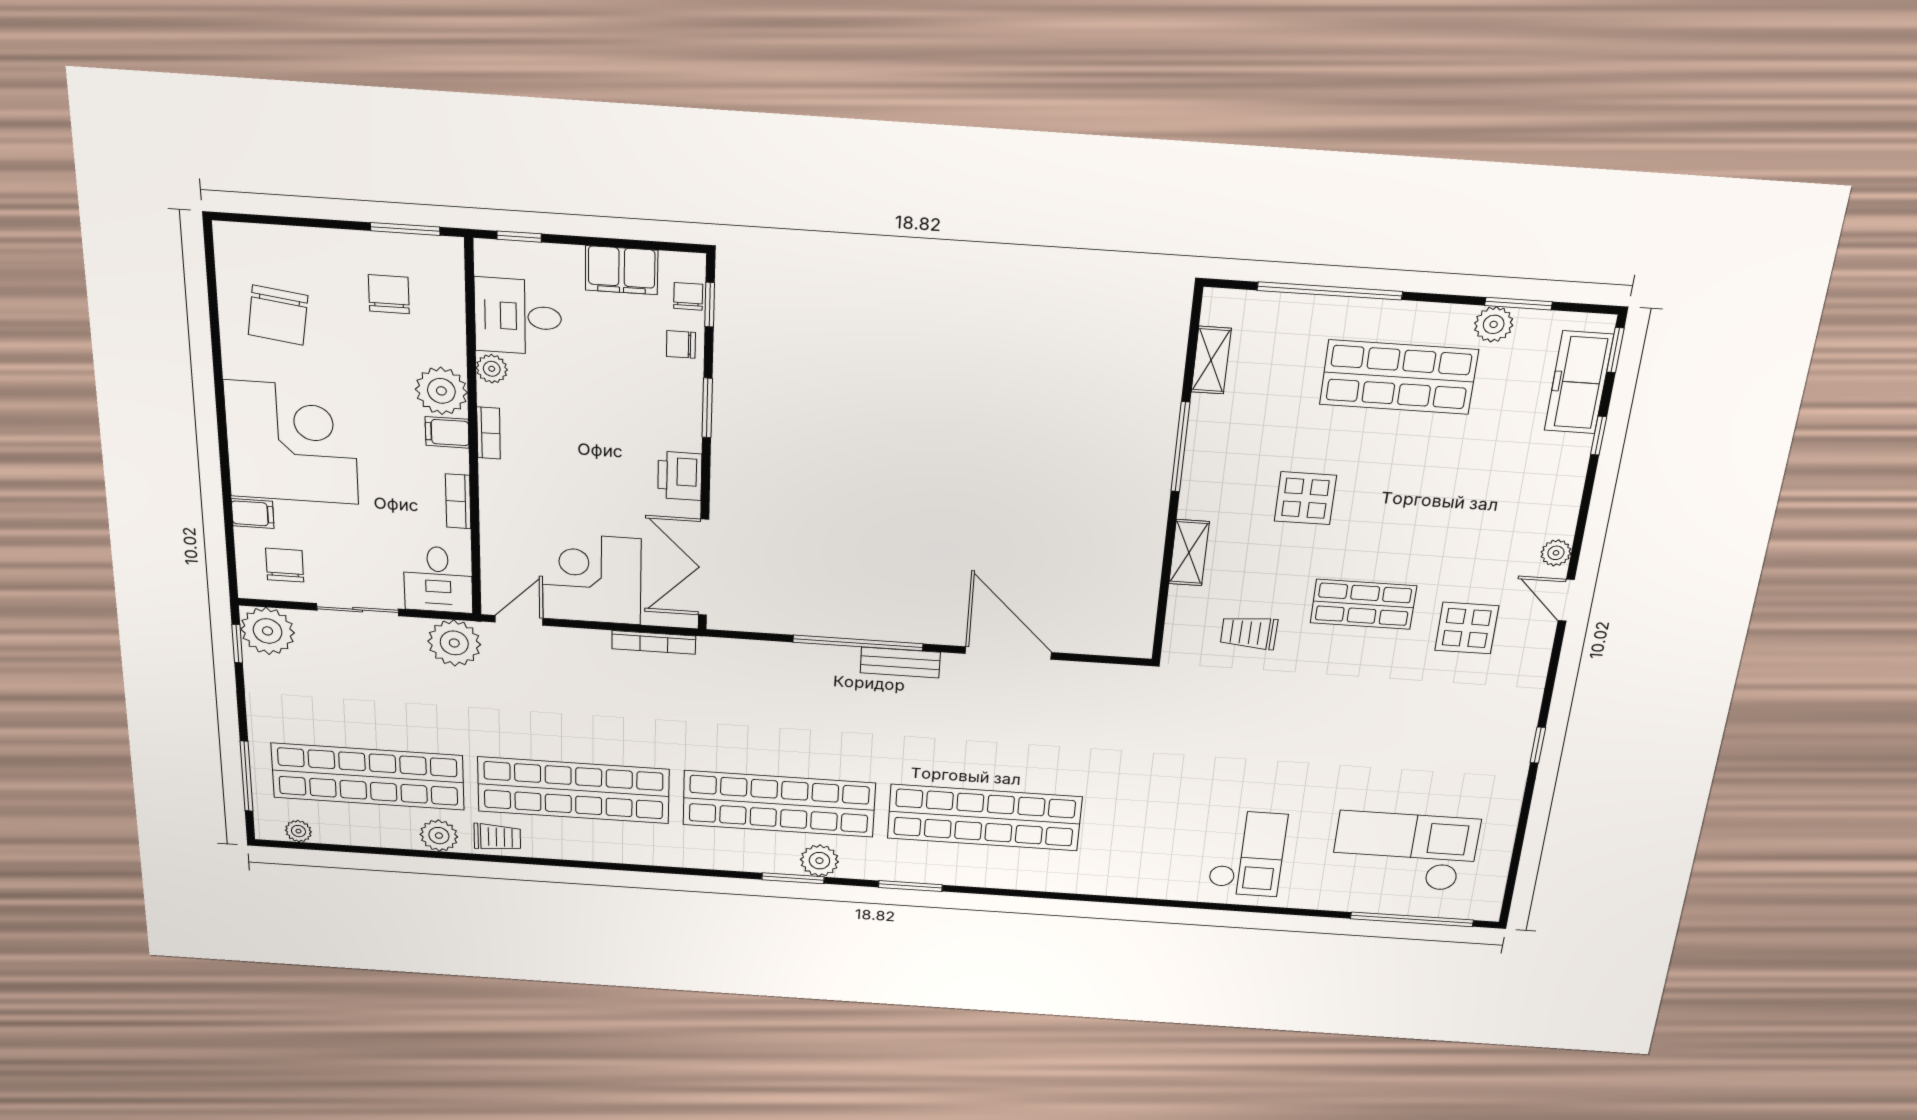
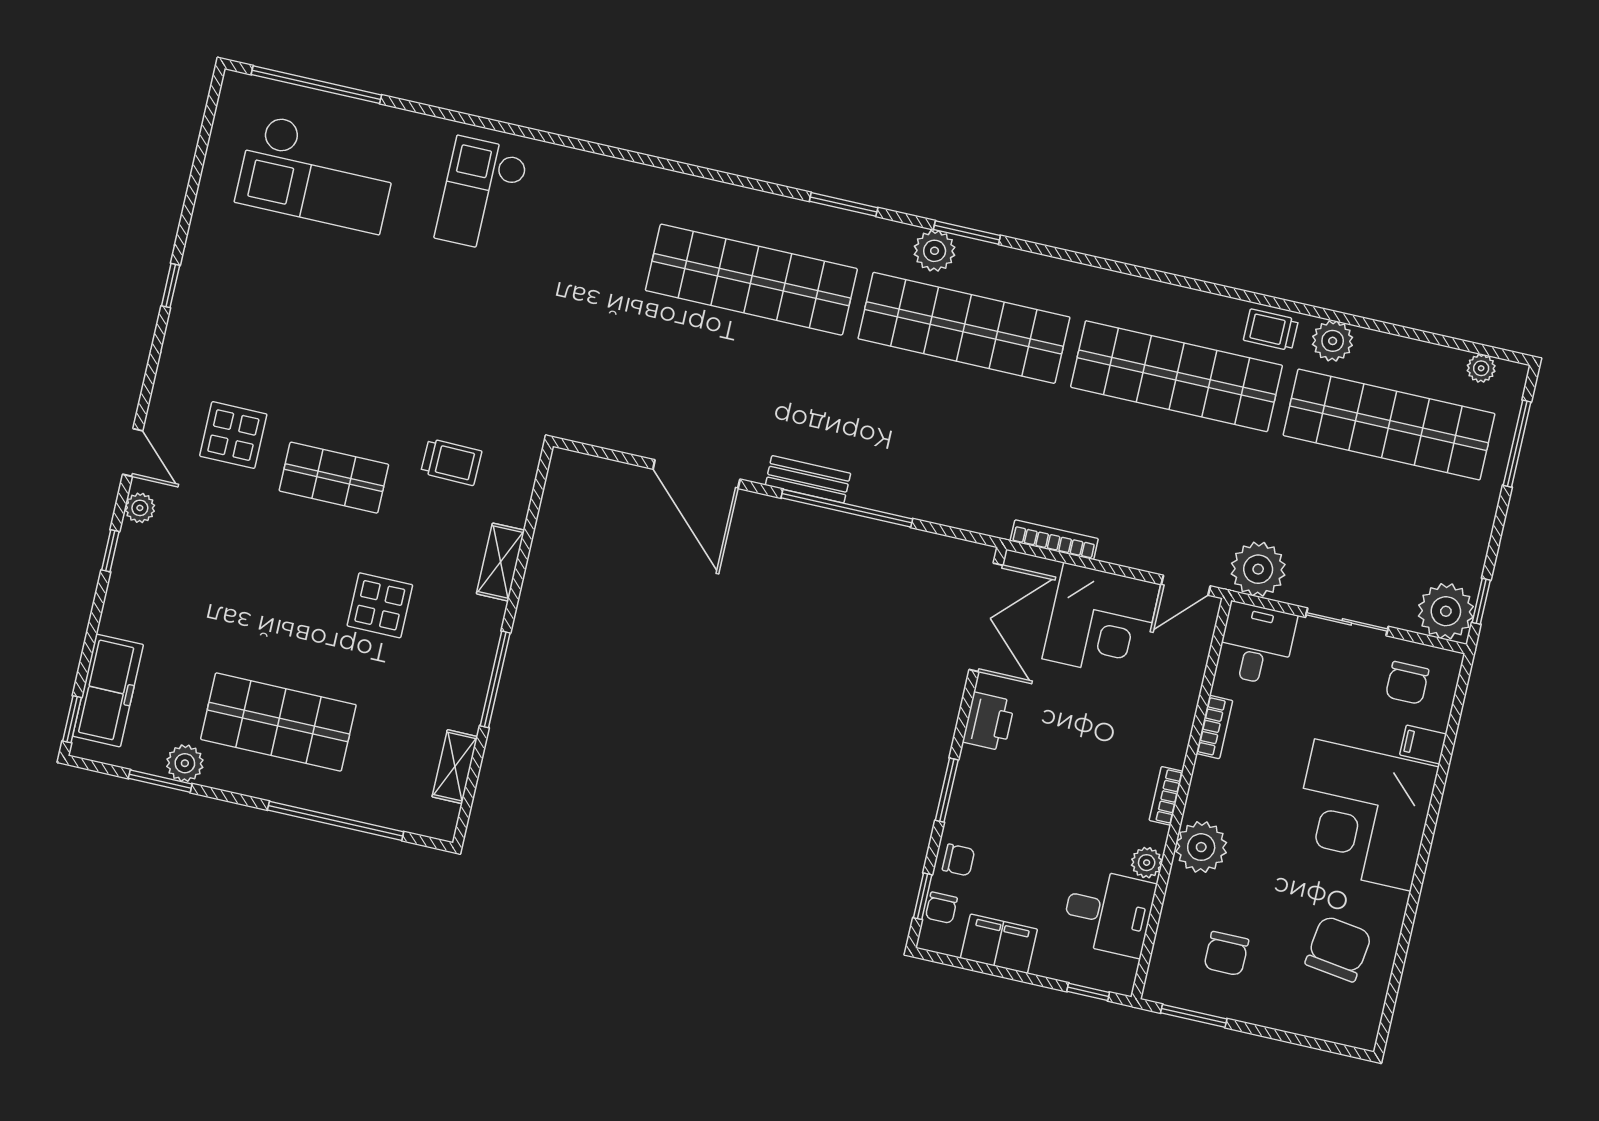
filing cabinet: (447, 432) -> (1207, 803), removed
window: (1599, 436) -> (110, 551), moved

